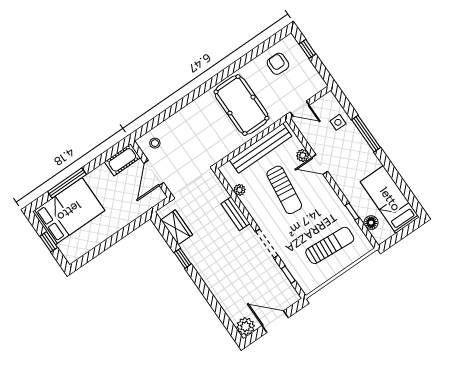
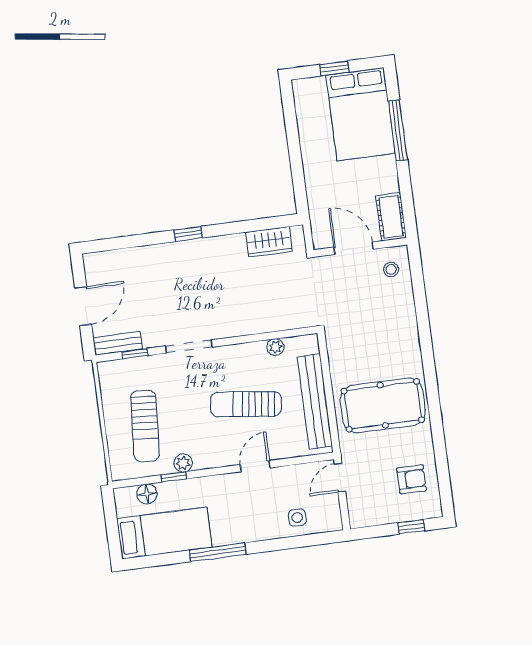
window: (366, 134) -> (218, 552), moved
plant: (303, 155) -> (183, 463), moved
bench: (236, 214) -> (118, 343), moved
window: (183, 258) -> (188, 234), moved
plant: (246, 326) -> (96, 265), removed

